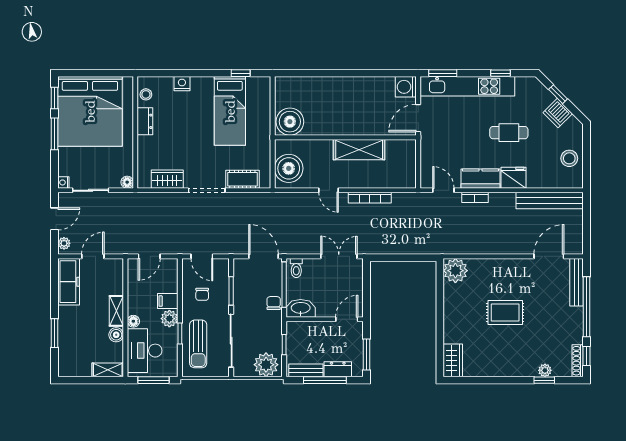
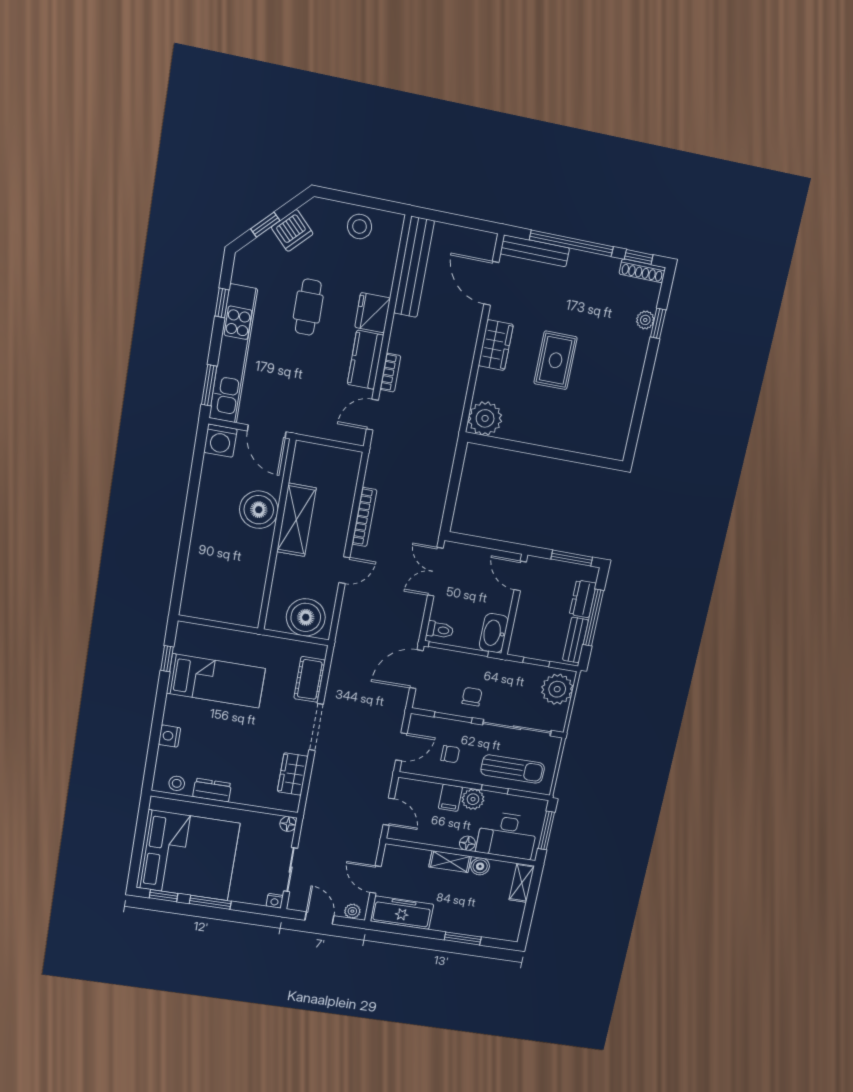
boiler: (290, 122) -> (259, 510), moved
chair: (274, 303) -> (472, 697), moved, turned 90
wardrobe: (453, 360) -> (496, 345), moved, turned 90

